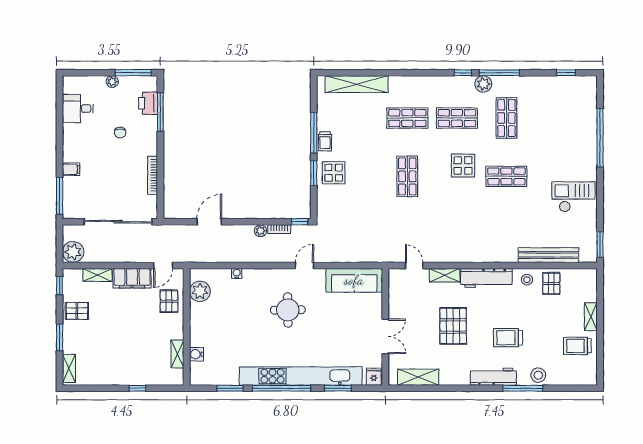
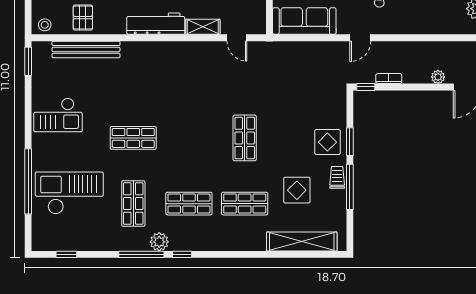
checkout: (563, 127) -> (69, 193), added
display table: (463, 166) -> (297, 190), moved
plant: (260, 231) -> (438, 77), moved
water cooler: (237, 273) -> (436, 29), removed
stool: (527, 280) -> (45, 25), moved

